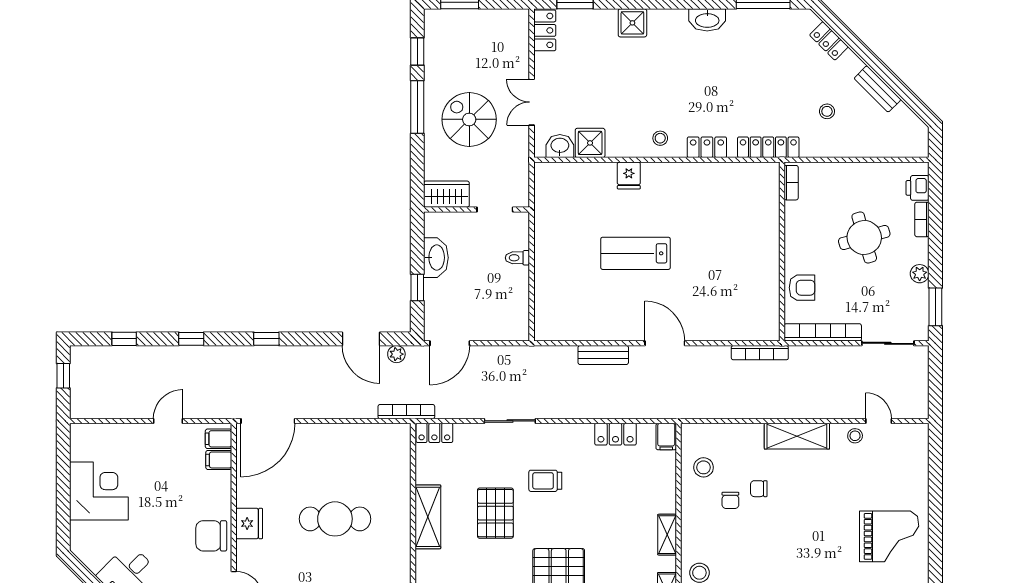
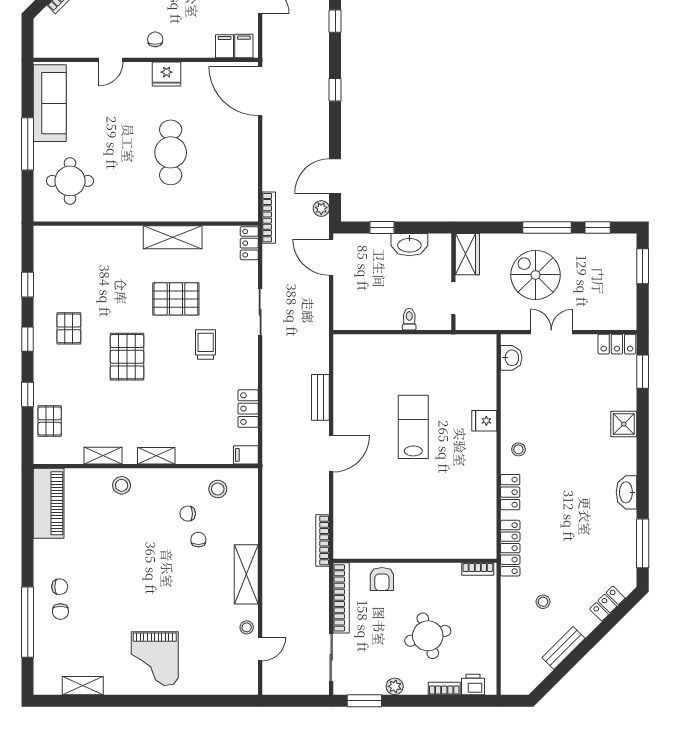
spiral stairs: (469, 119) -> (536, 275), turned -90
shower: (590, 143) -> (514, 385), removed
chair: (211, 536) -> (155, 39), width x0.54, depth x0.54

